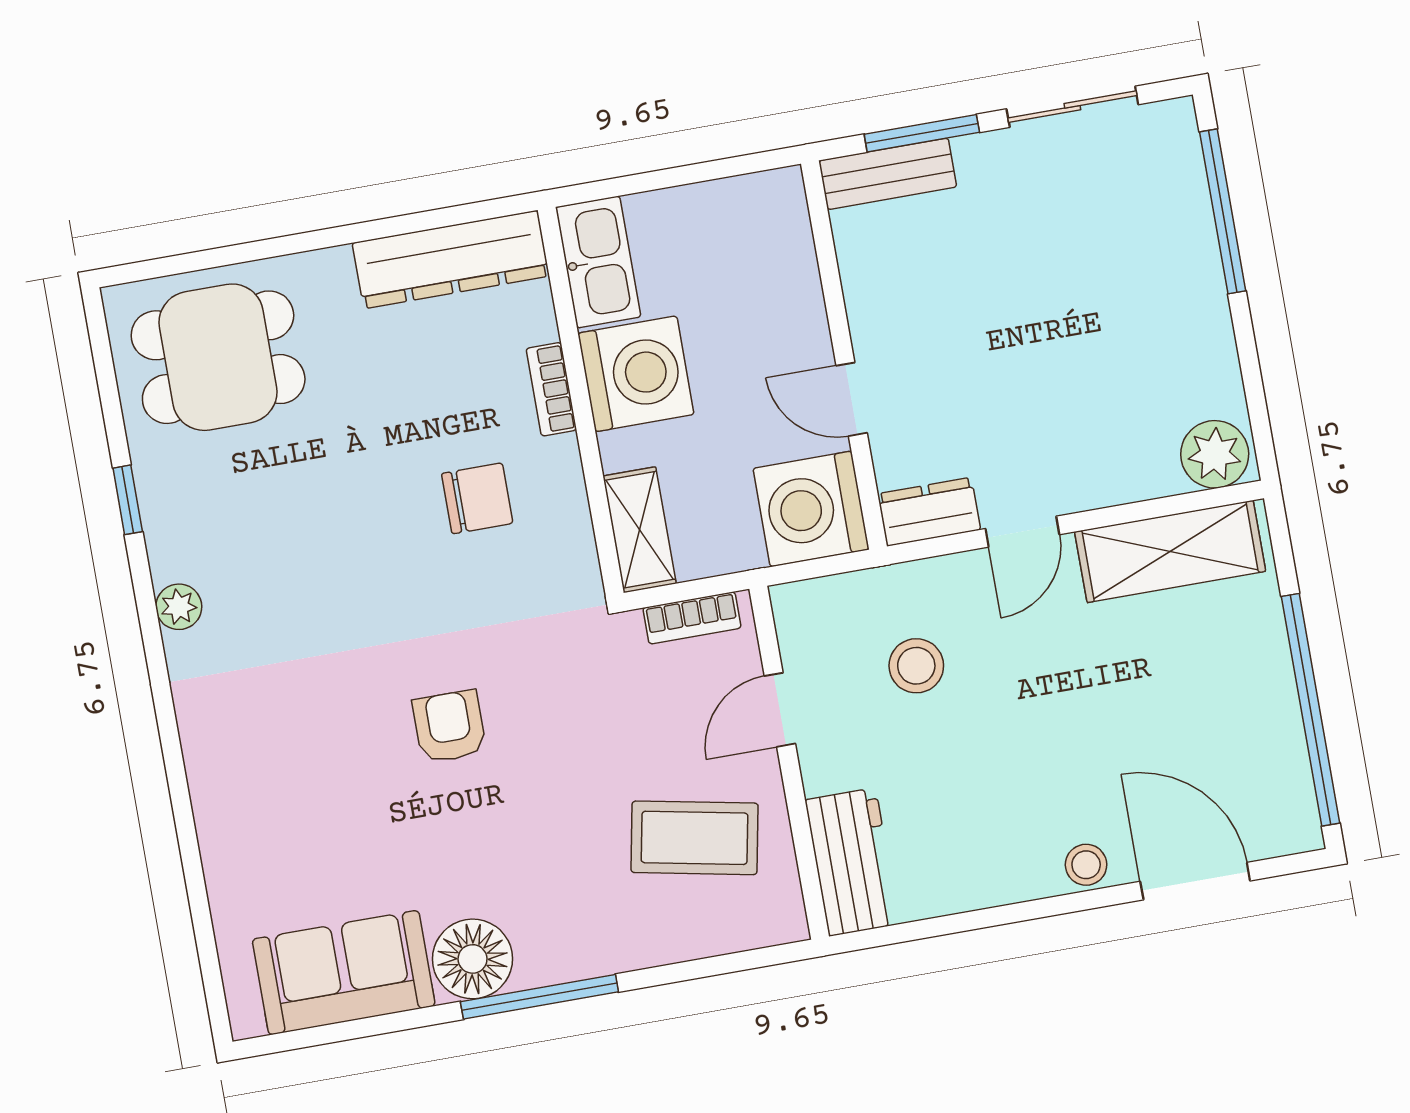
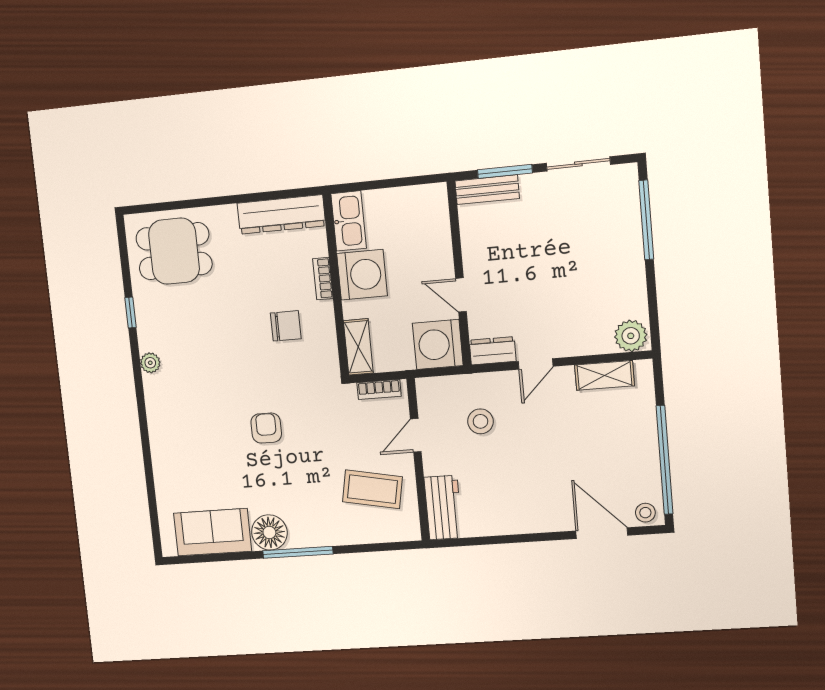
shelving: (1170, 551) -> (605, 375), width x0.67, depth x0.75
stool: (1086, 865) -> (645, 513), moved

